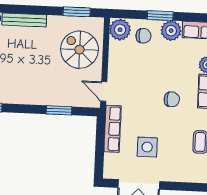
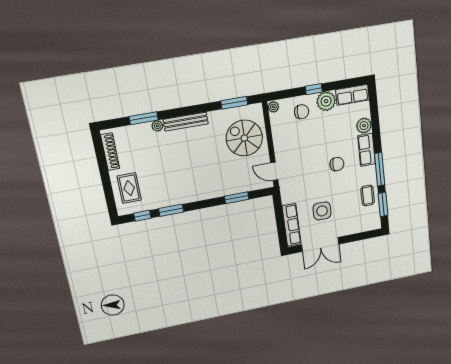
window: (160, 16) -> (314, 89), width x0.67
plant: (120, 30) -> (273, 107), width x0.53, depth x0.53
row of seats: (113, 129) -> (292, 225), moved

